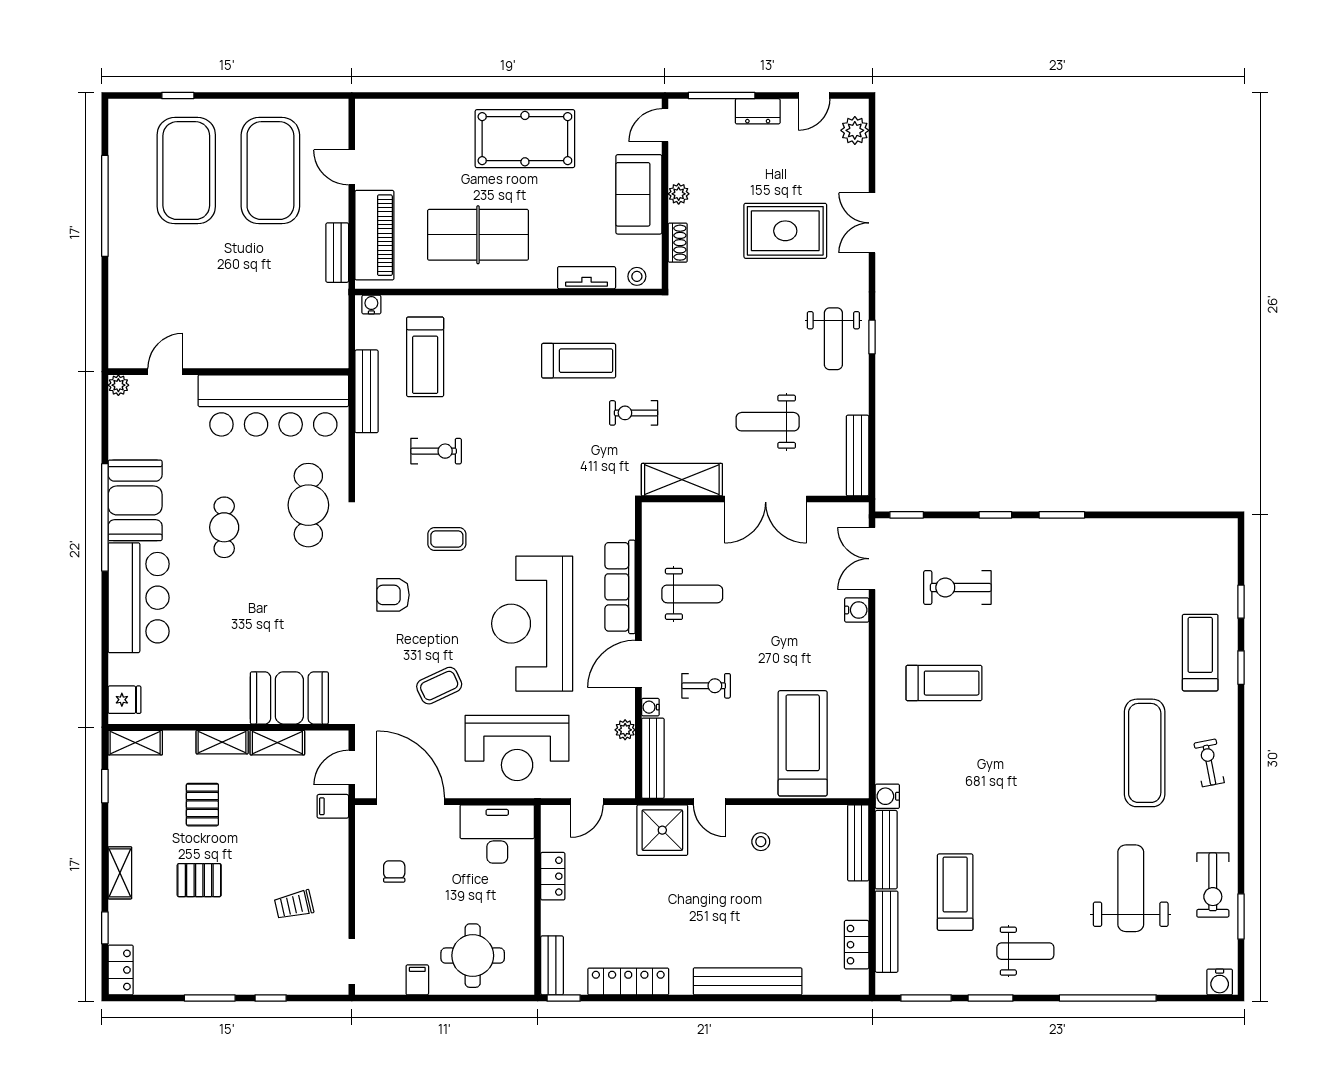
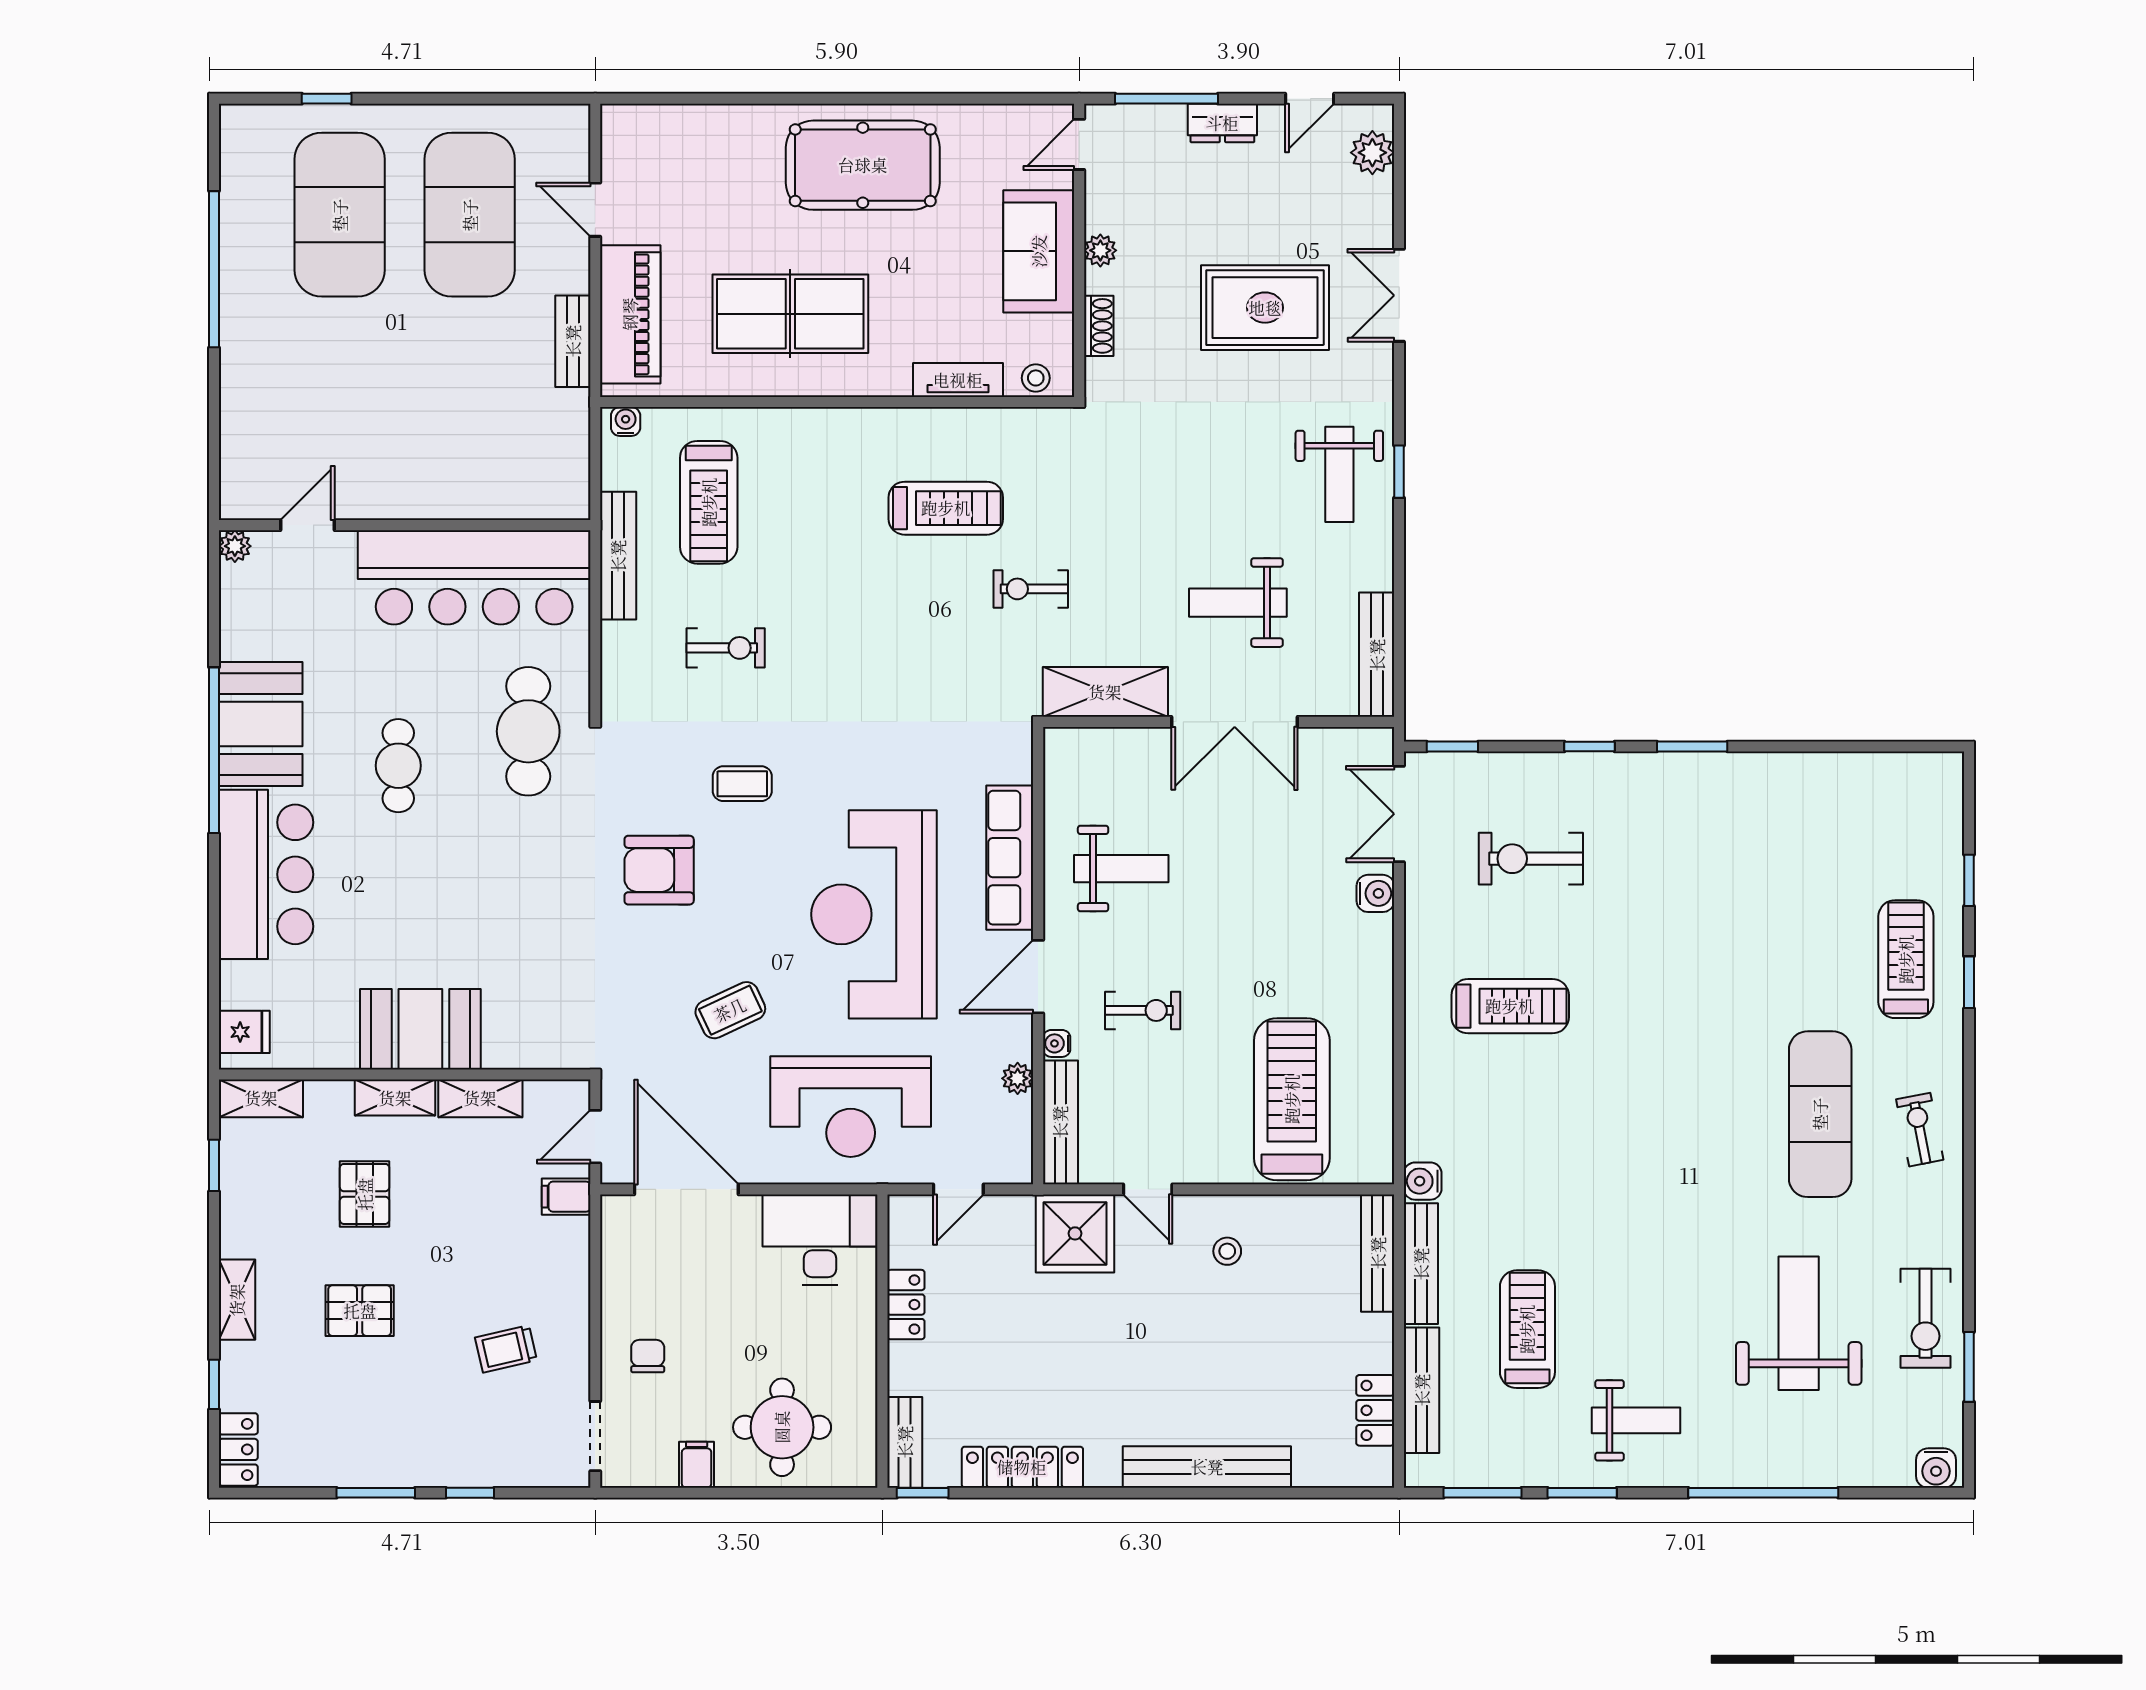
armchair: (393, 595) -> (659, 870), width x1.38, depth x1.38
booth: (289, 698) -> (420, 1029), moved
chair: (394, 872) -> (648, 1356), moved

